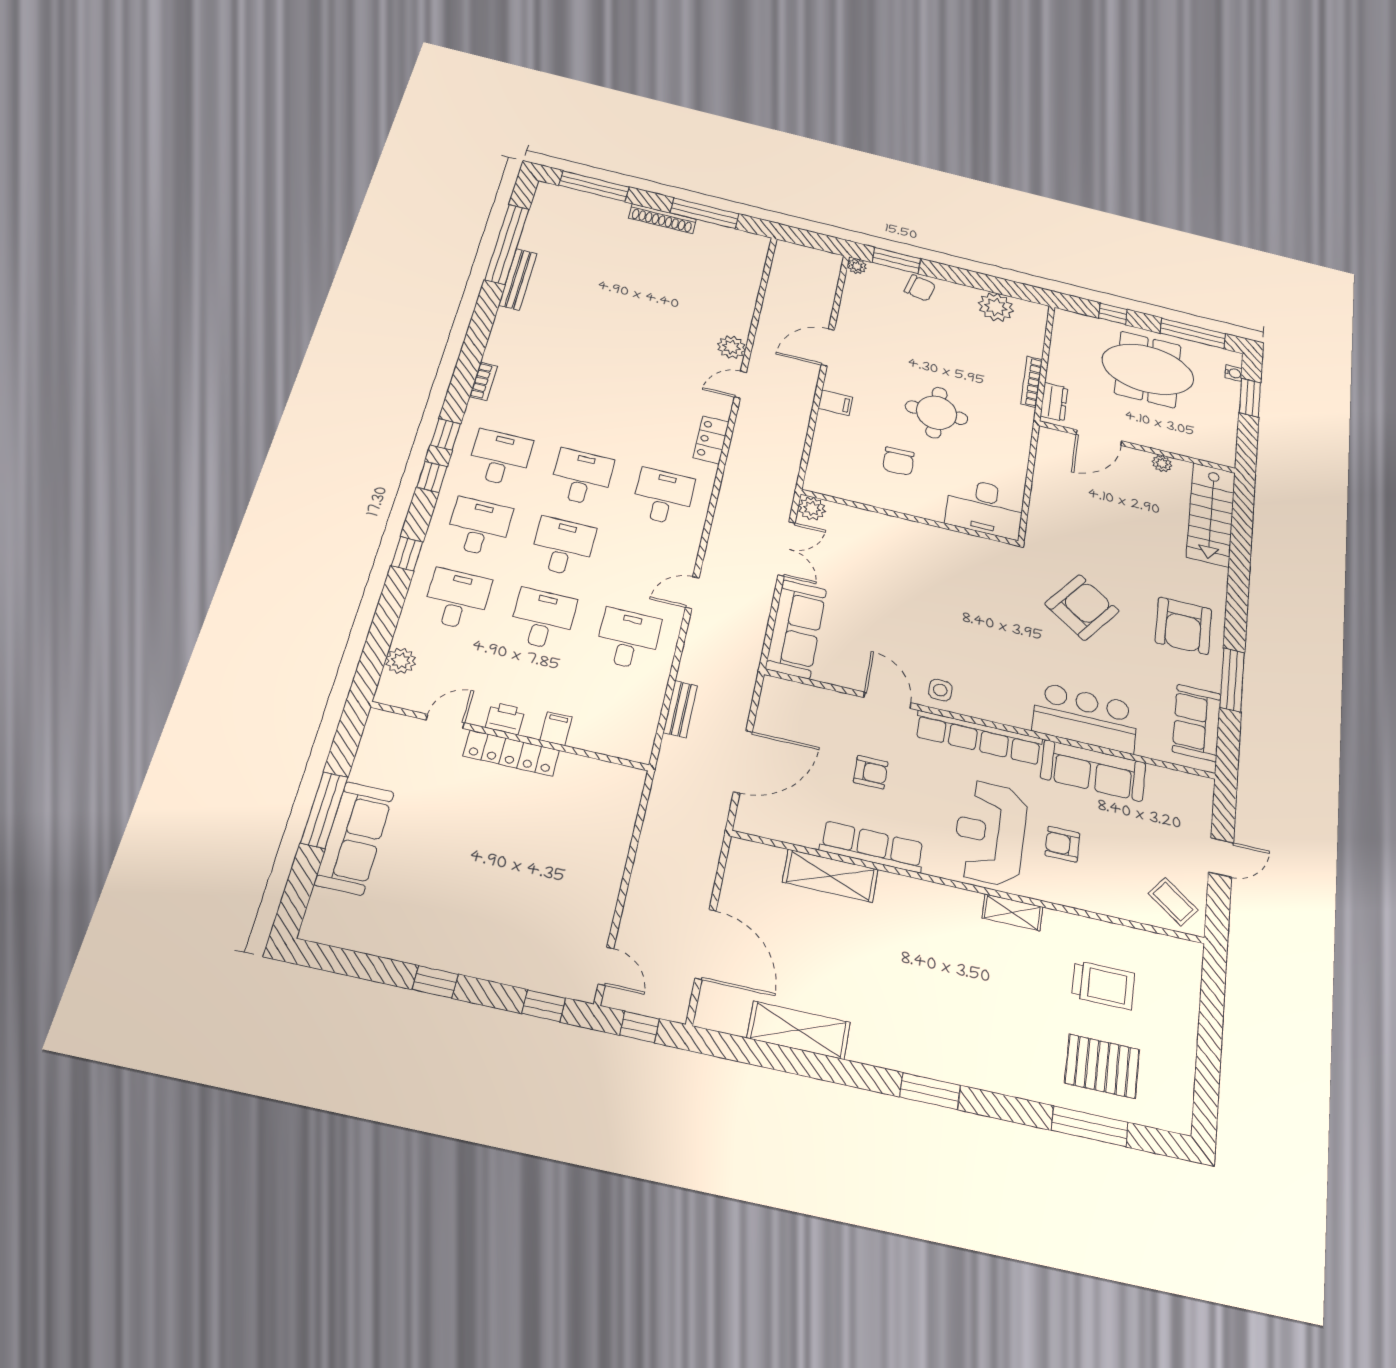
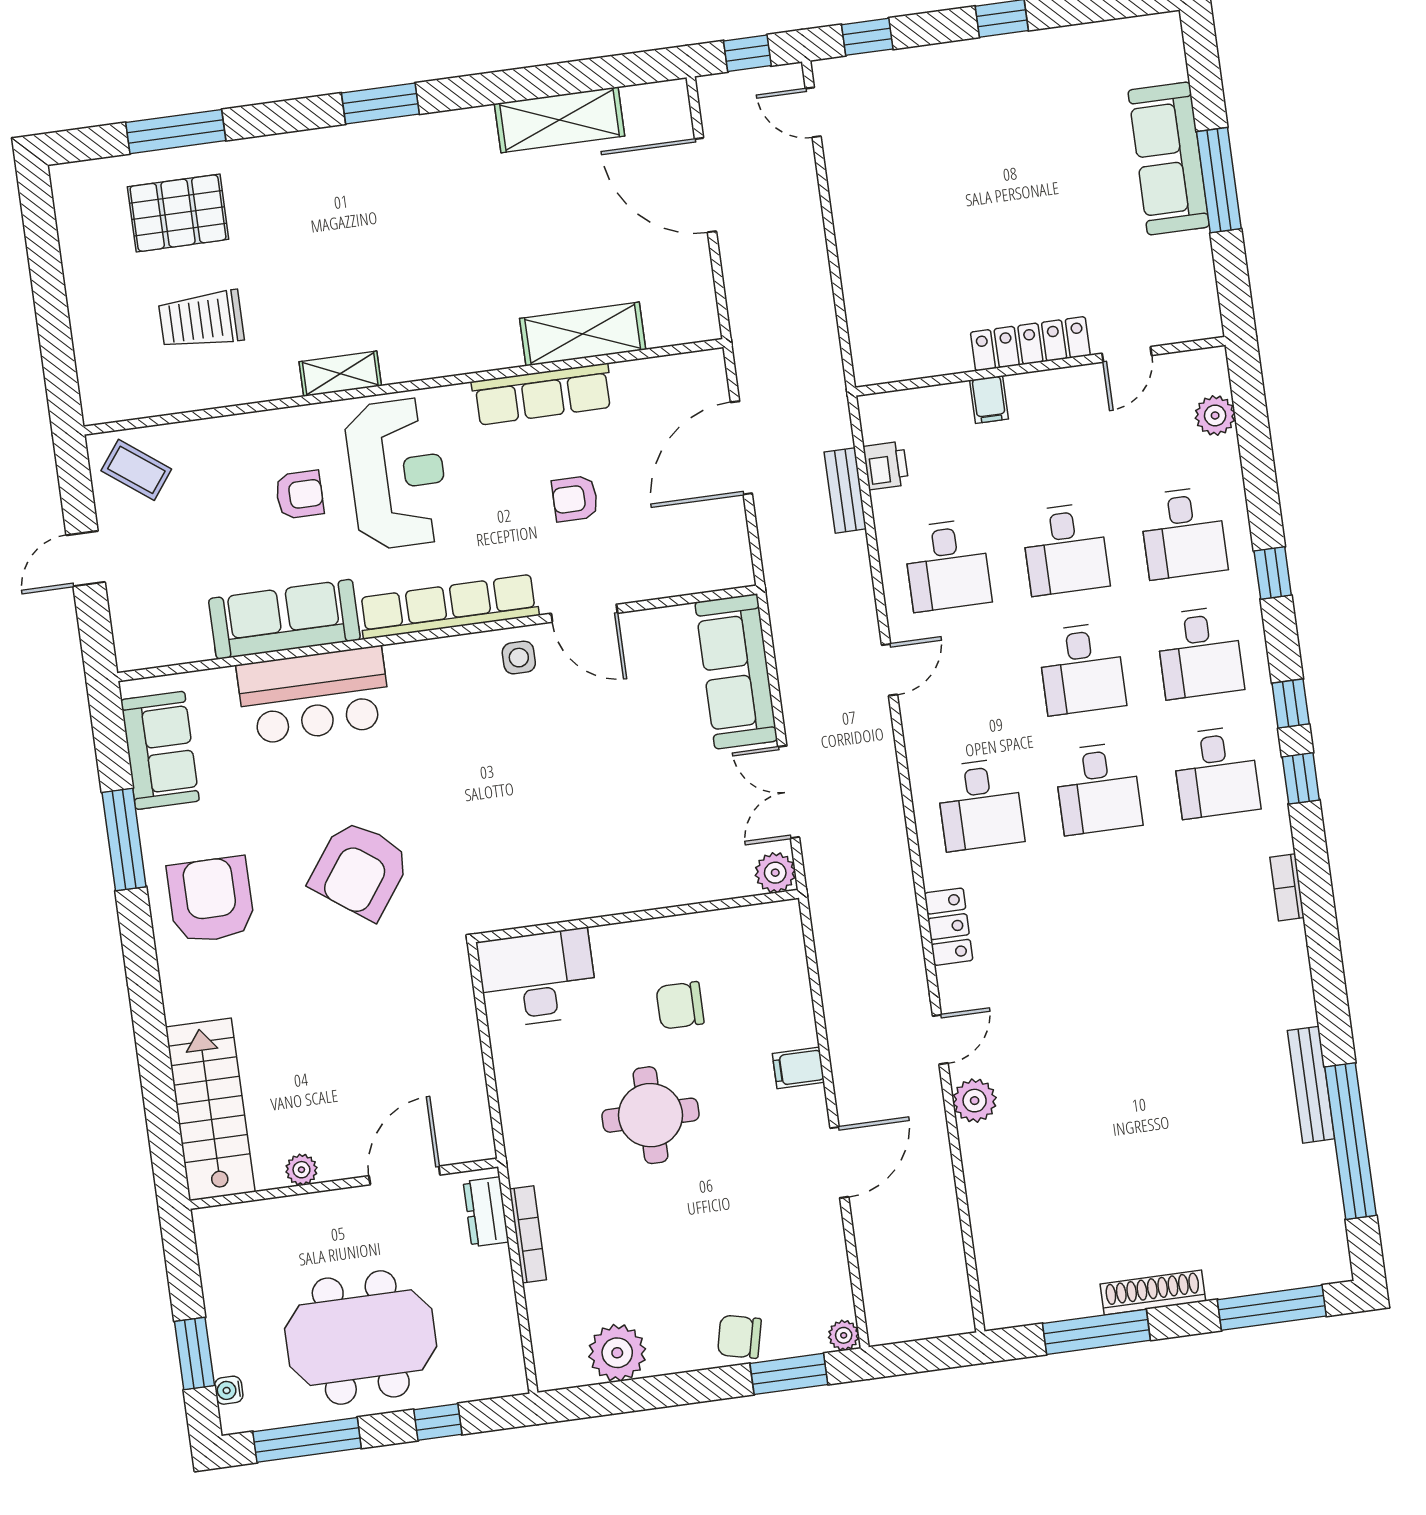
chair: (899, 461) -> (680, 1005), turned -88
printer: (505, 718) -> (886, 466), moved, turned -90

